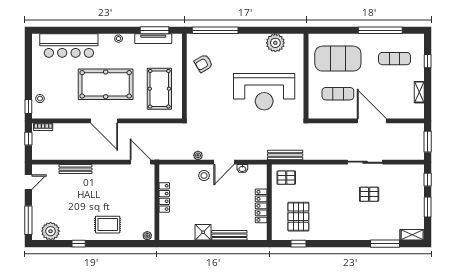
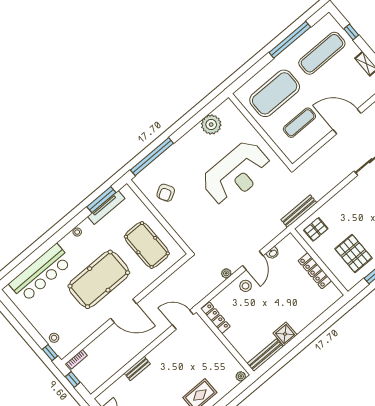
exercise mat: (395, 59) -> (322, 53), width x1.36, depth x1.45
bench: (75, 169) -> (137, 368), width x0.73
locker: (164, 197) -> (216, 318), moved
bench: (229, 235) -> (265, 355), moved

